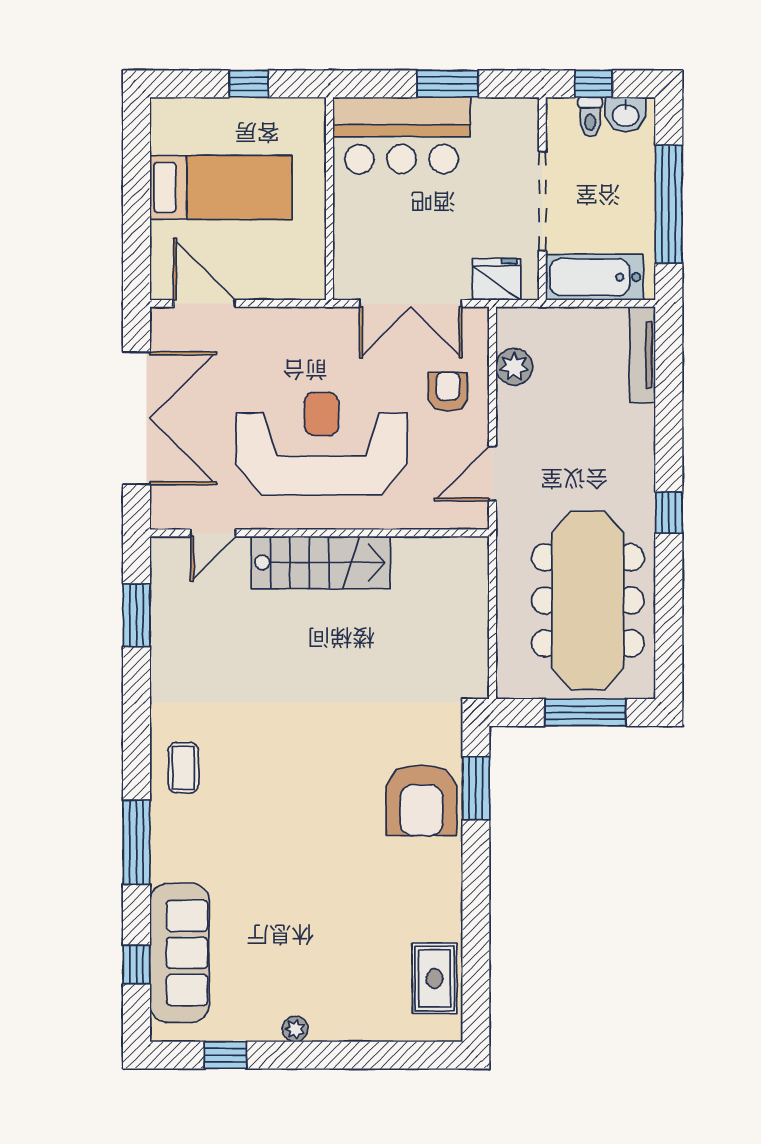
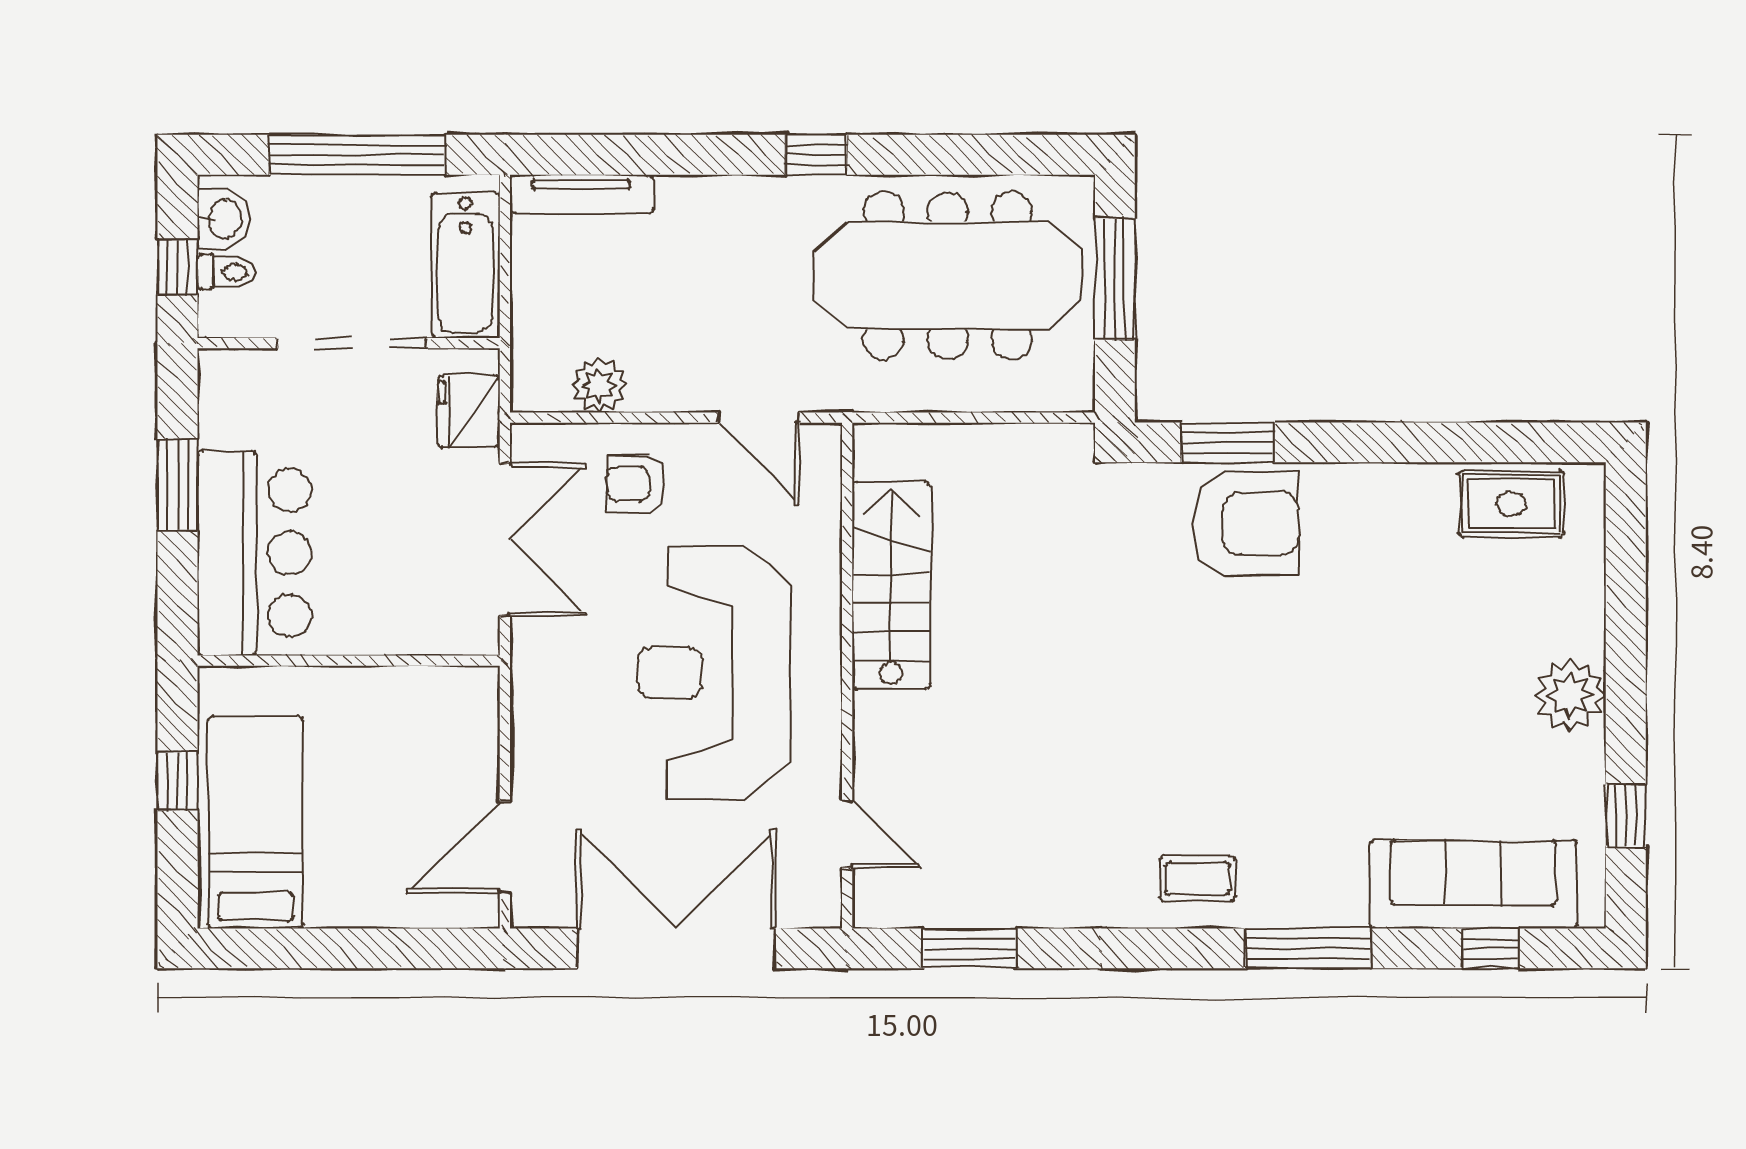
bed: (221, 187) -> (256, 823), moved
stairs: (321, 562) -> (891, 586), moved
plant: (295, 1029) -> (1570, 695), width x1.88, depth x1.88

